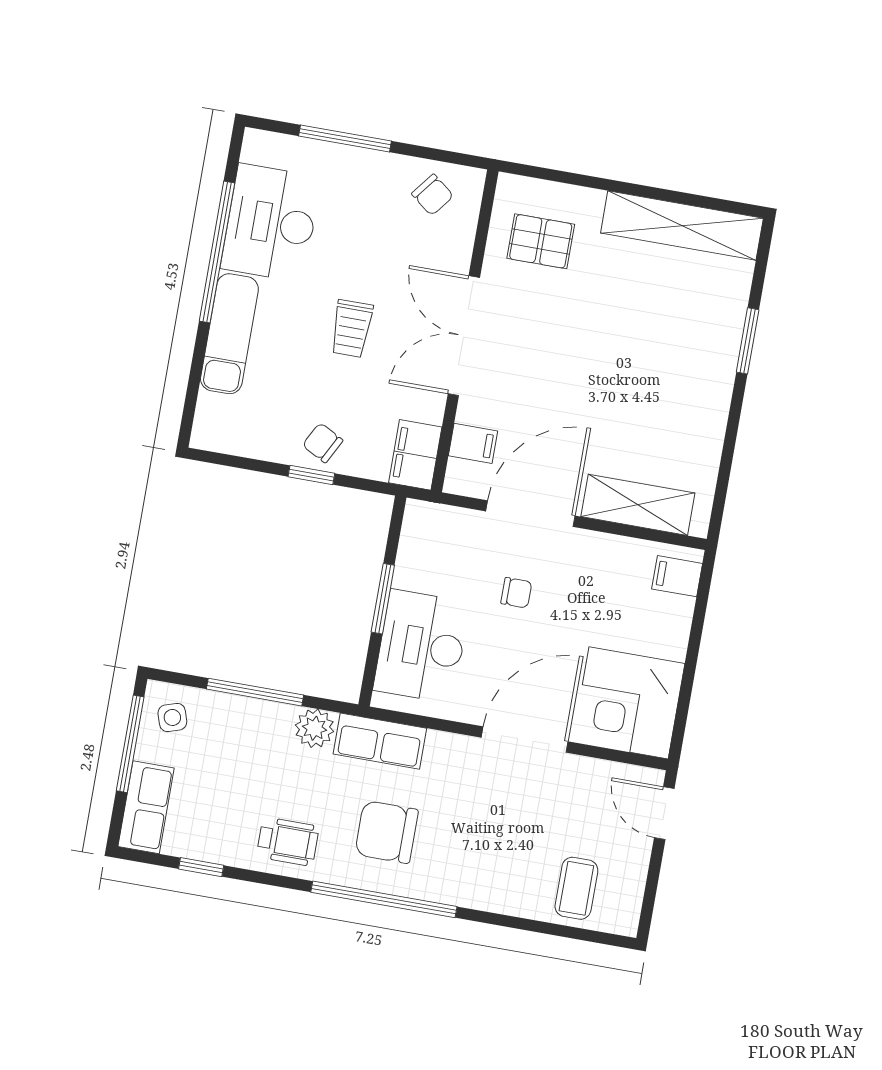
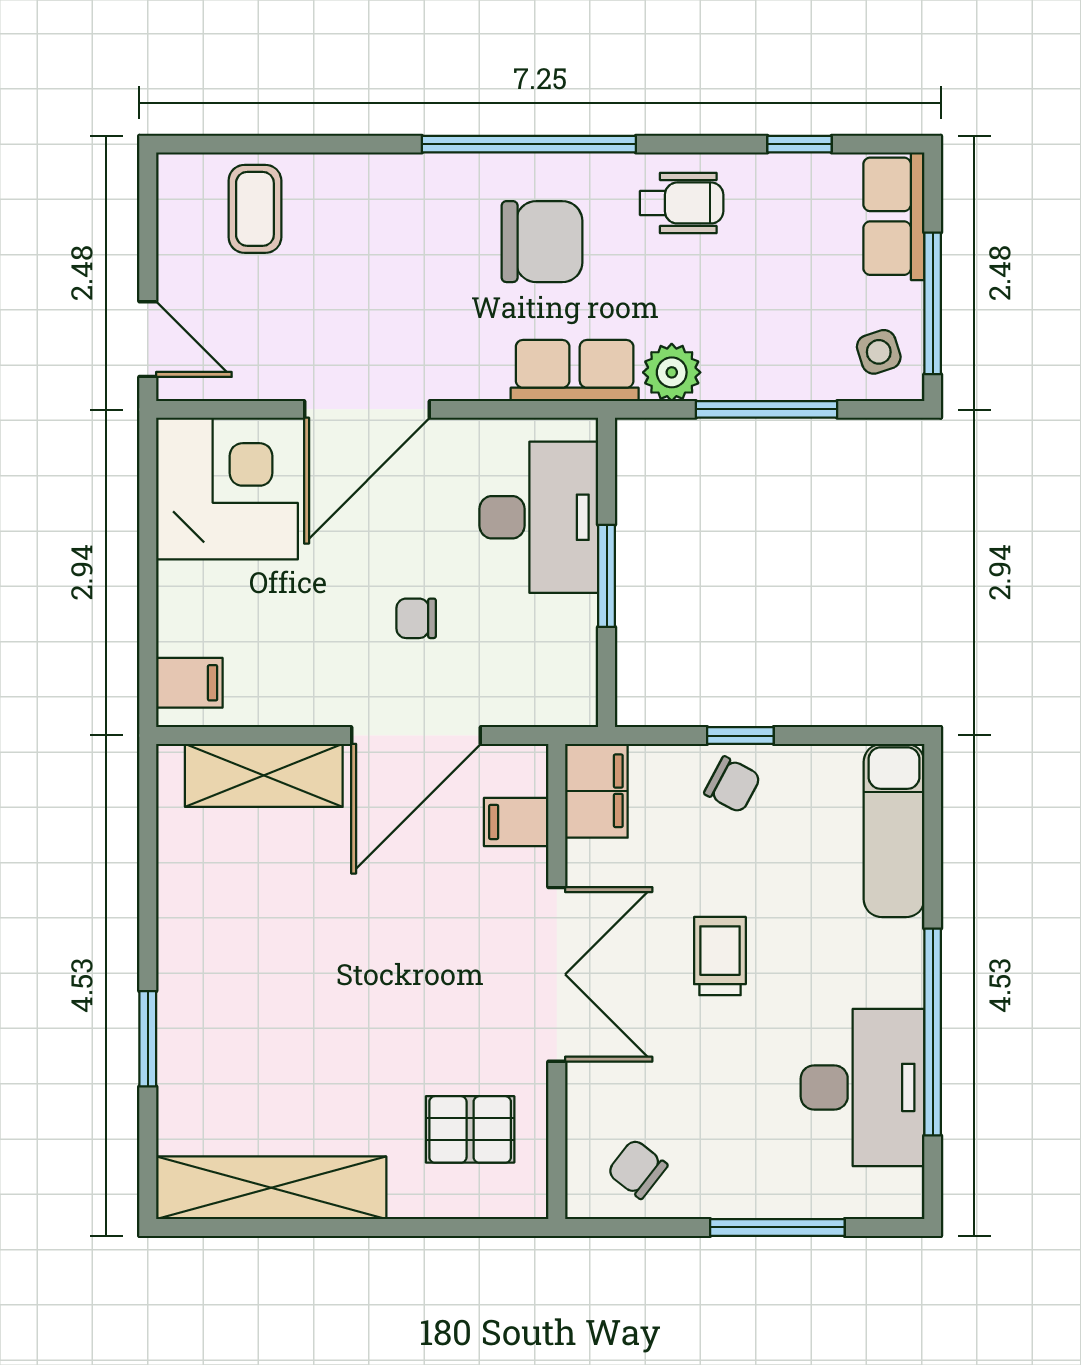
exam couch: (229, 334) -> (894, 830), moved
wheelchair: (288, 841) -> (682, 203), turned 180

